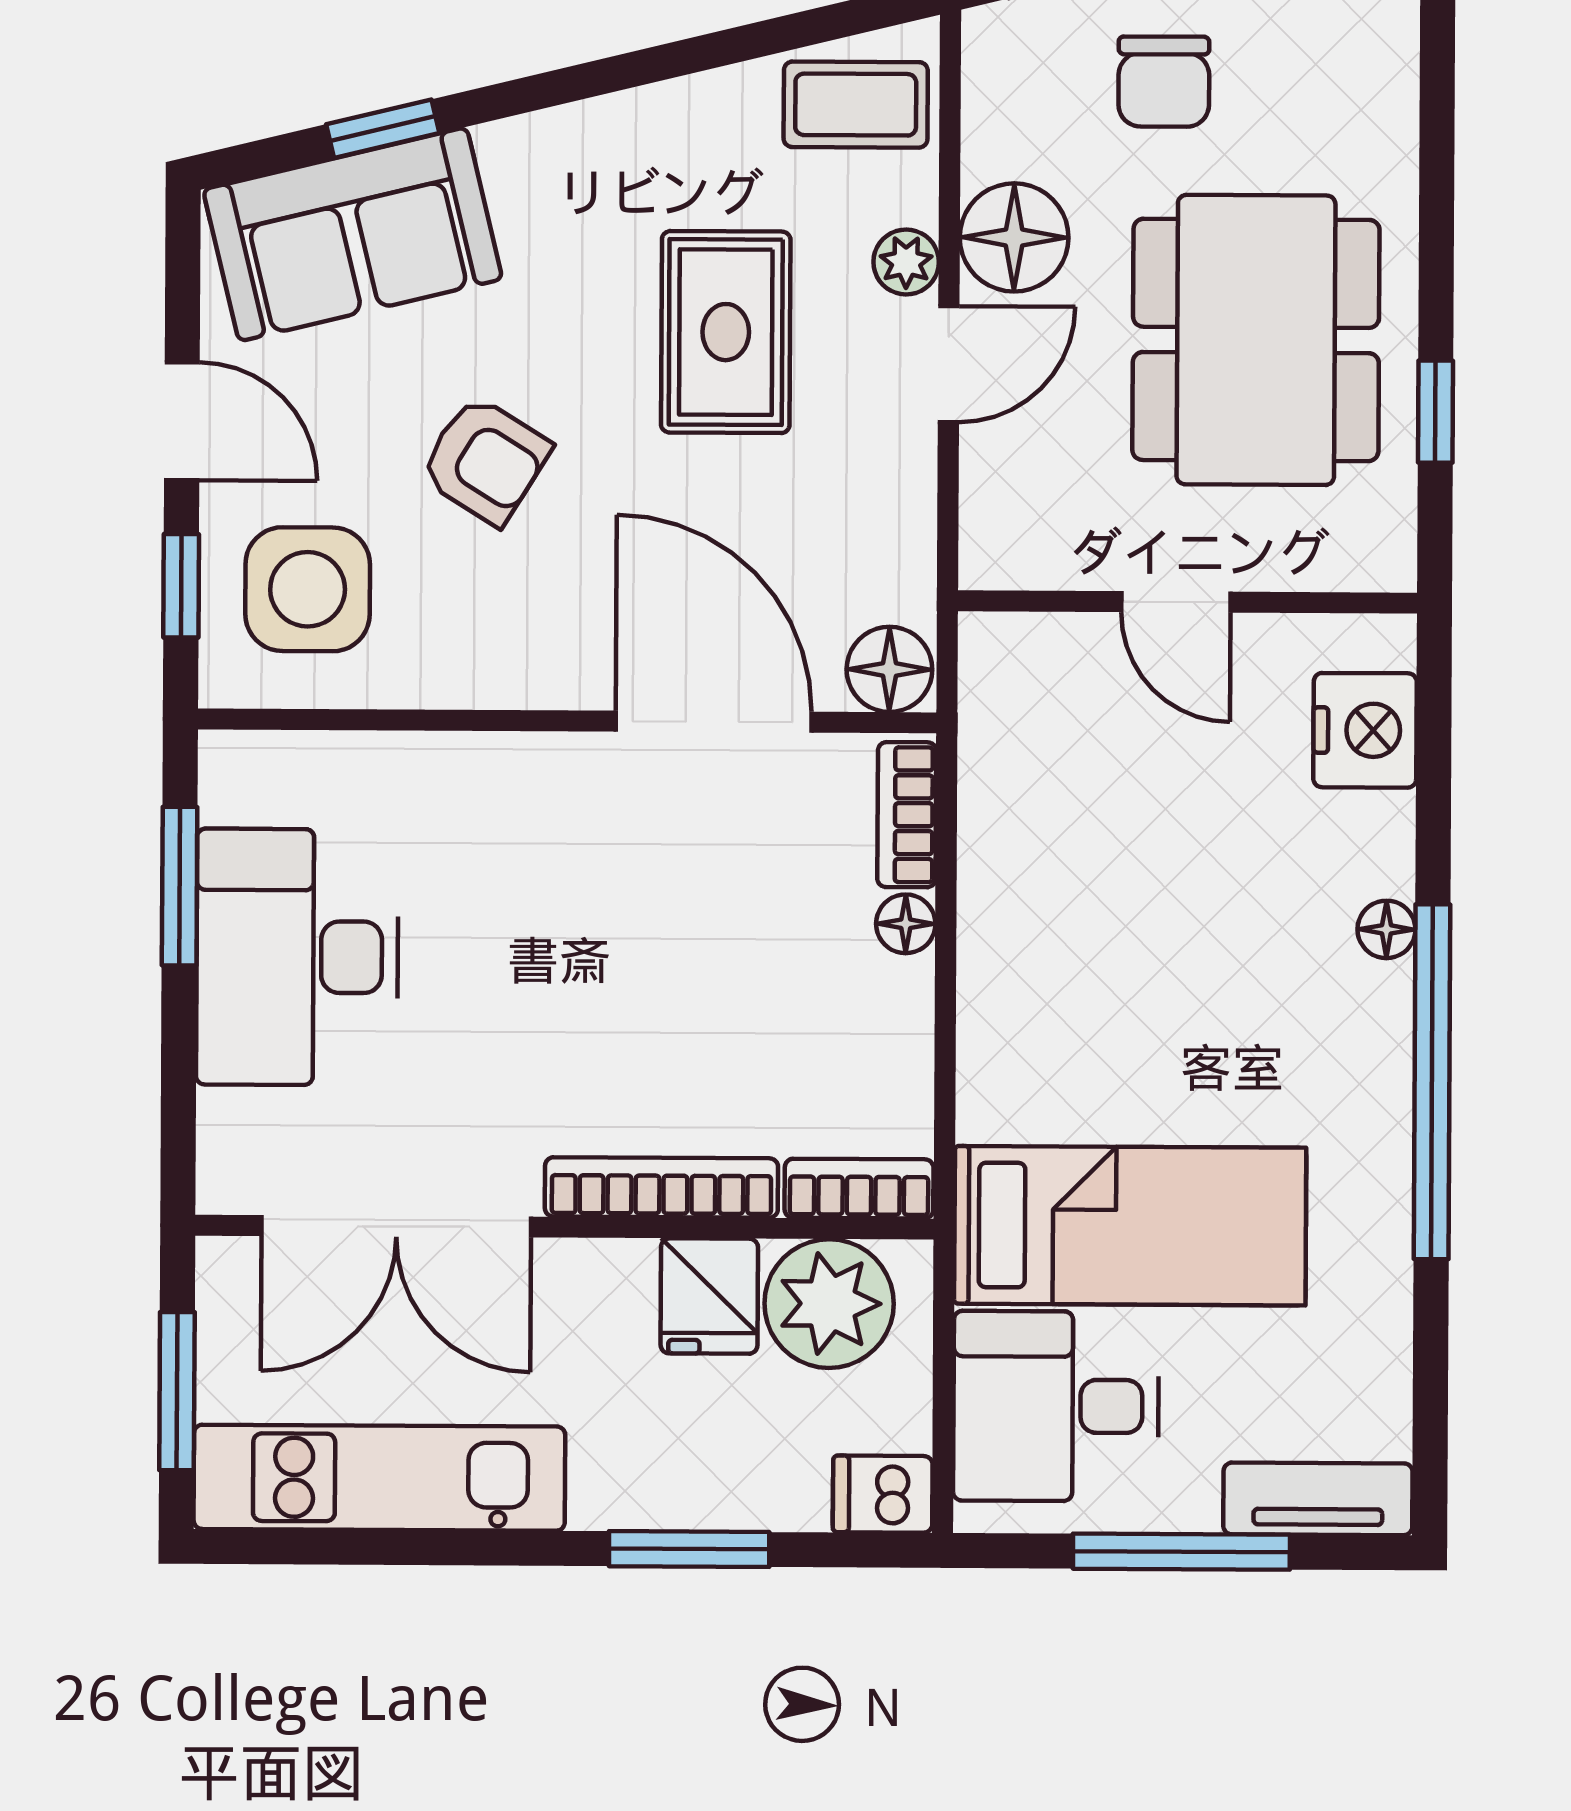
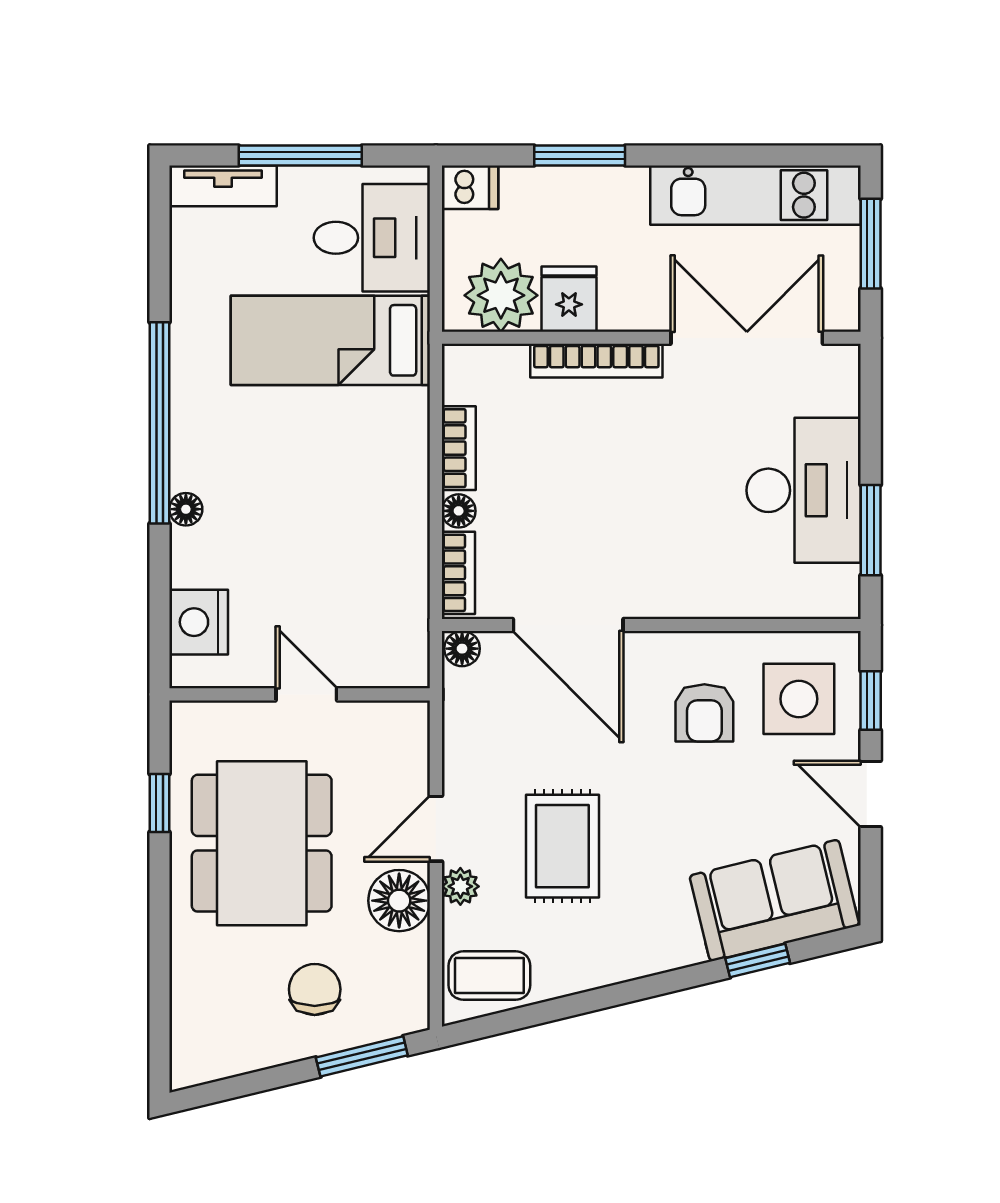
armchair: (485, 460) -> (704, 713), moved, turned -122
floor lamp: (889, 669) -> (462, 649), width x0.73, depth x0.73
bookcase: (859, 1189) -> (459, 448), moved, turned -90

